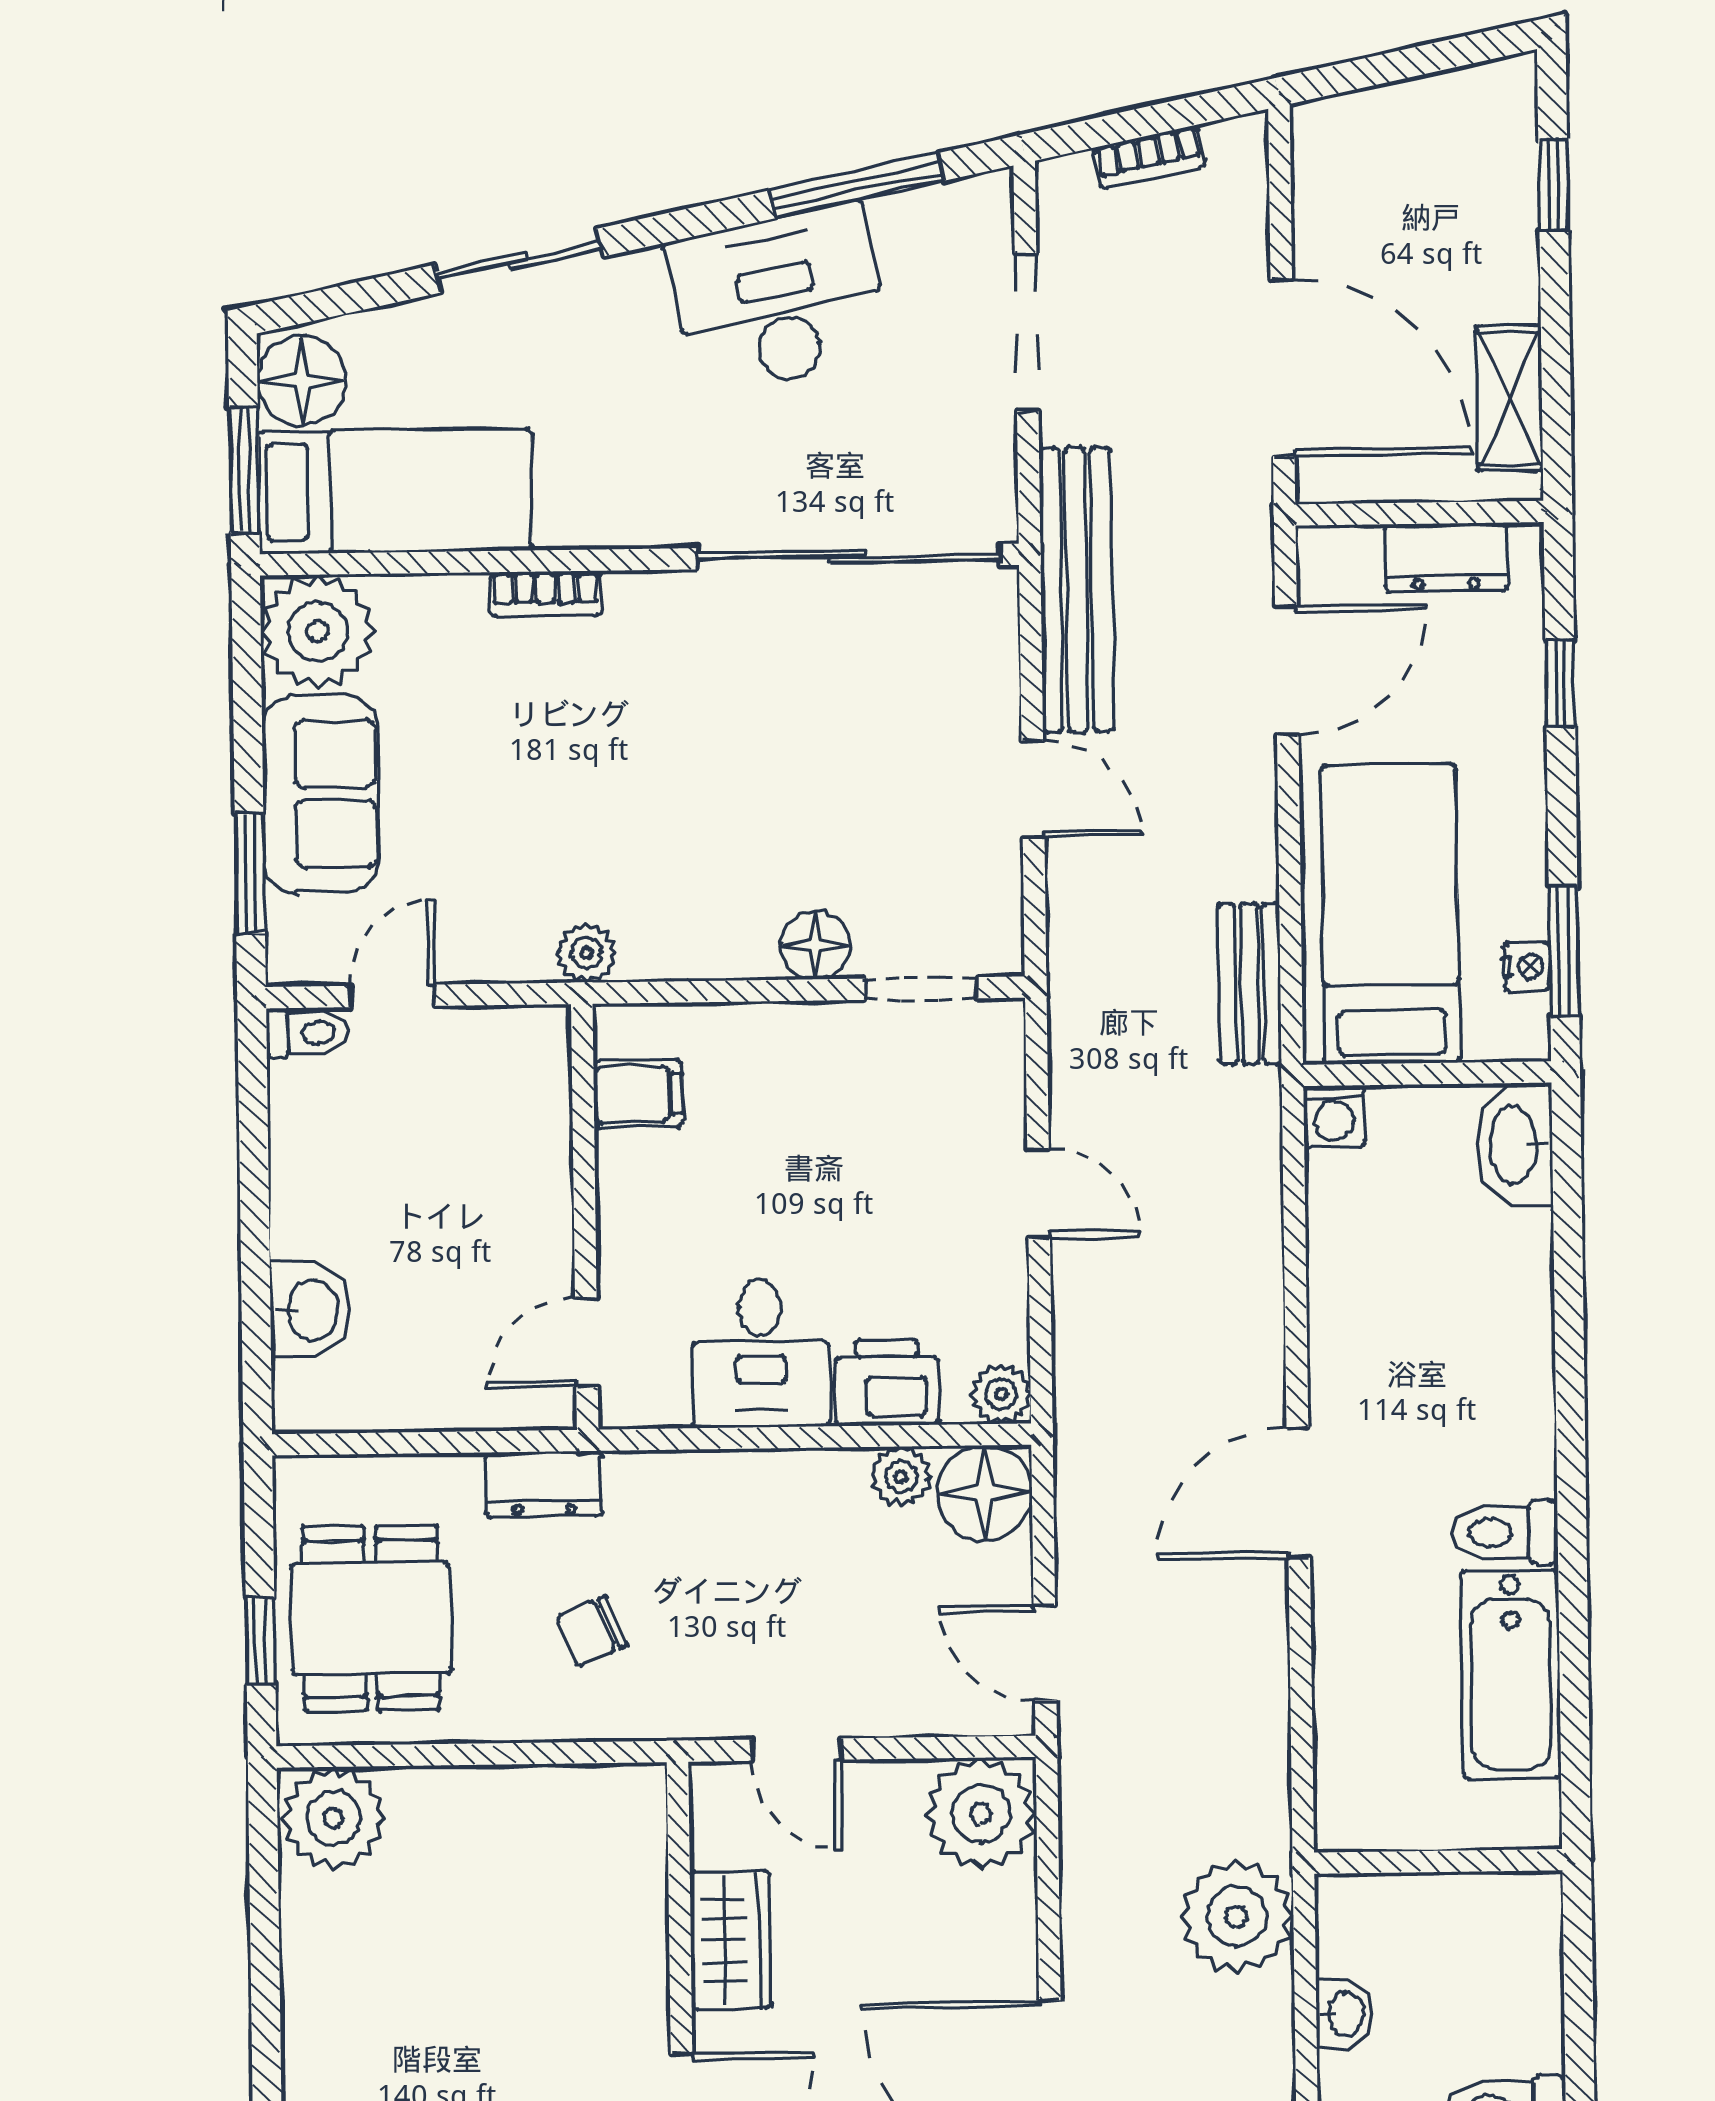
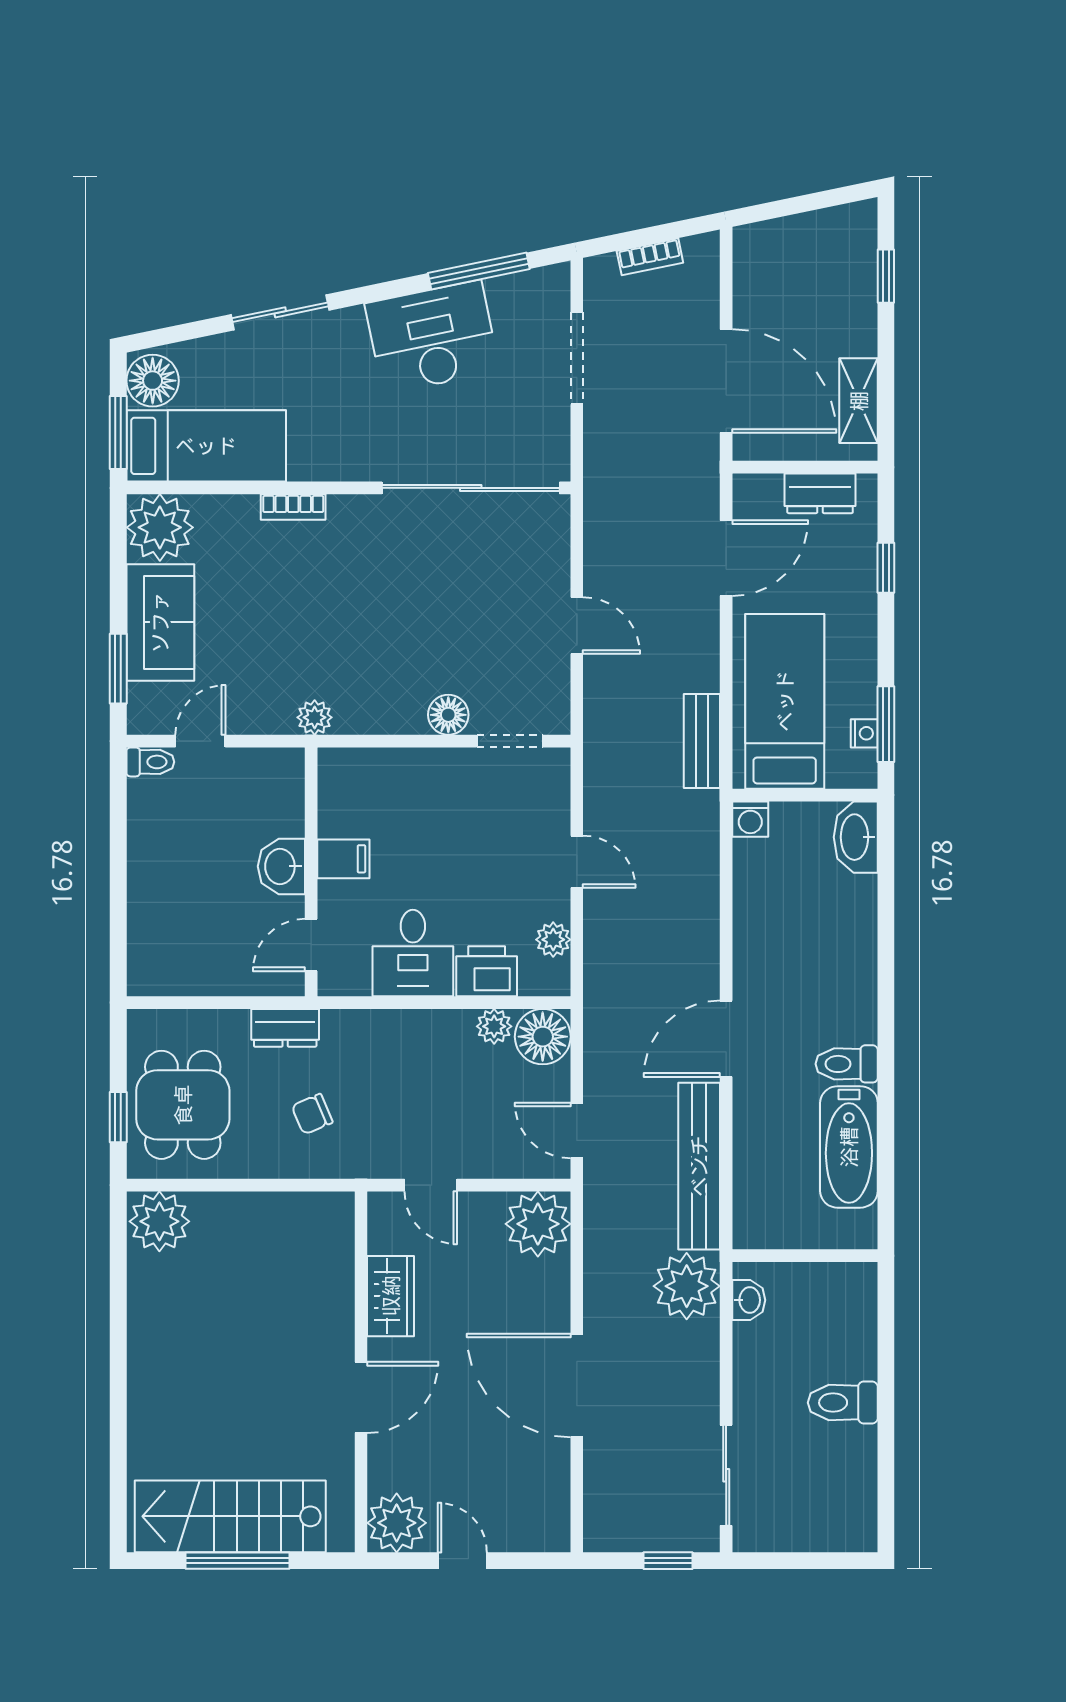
bench: (1076, 590) -> (699, 1166), moved
filing cabinet: (638, 1094) -> (343, 859), moved
washbasin: (311, 1310) -> (281, 866), moved, turned 180
plant: (1001, 1394) -> (553, 940), moved
washbasin: (1344, 2014) -> (749, 1300), moved

